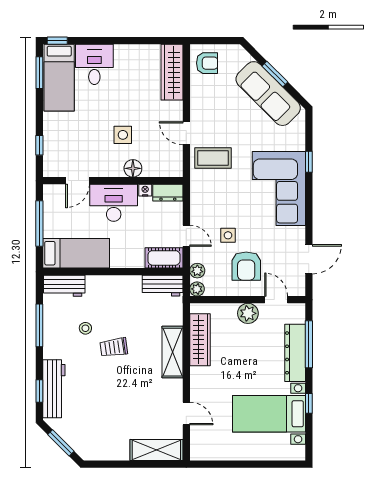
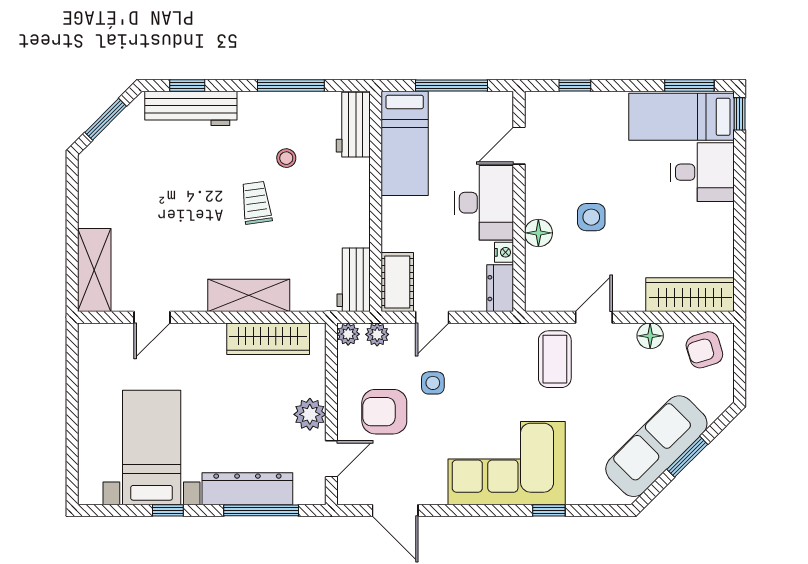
armchair: (207, 63) -> (704, 350), turned 73
floor lamp: (198, 98) -> (650, 336), added
door: (78, 181) -> (519, 146), hinge flipped

